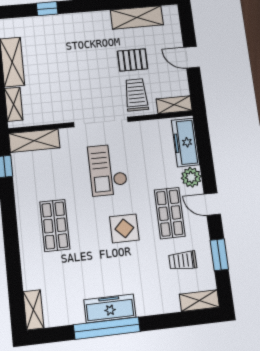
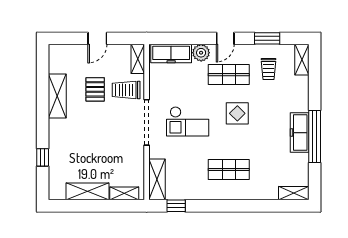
shelving: (137, 17) -> (57, 96), moved

